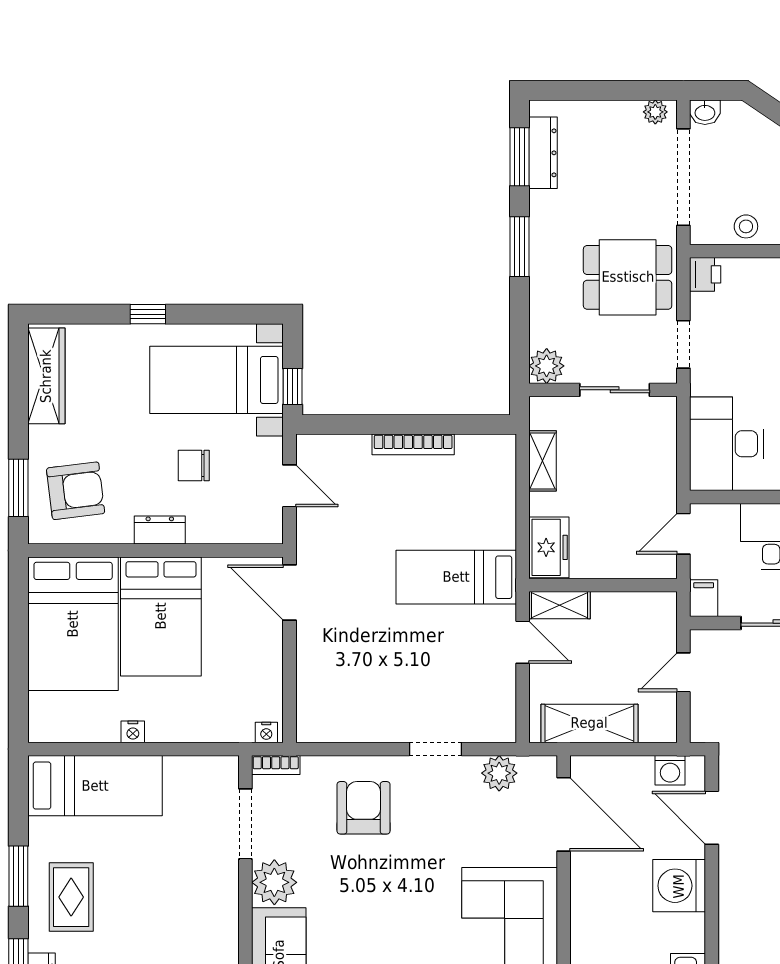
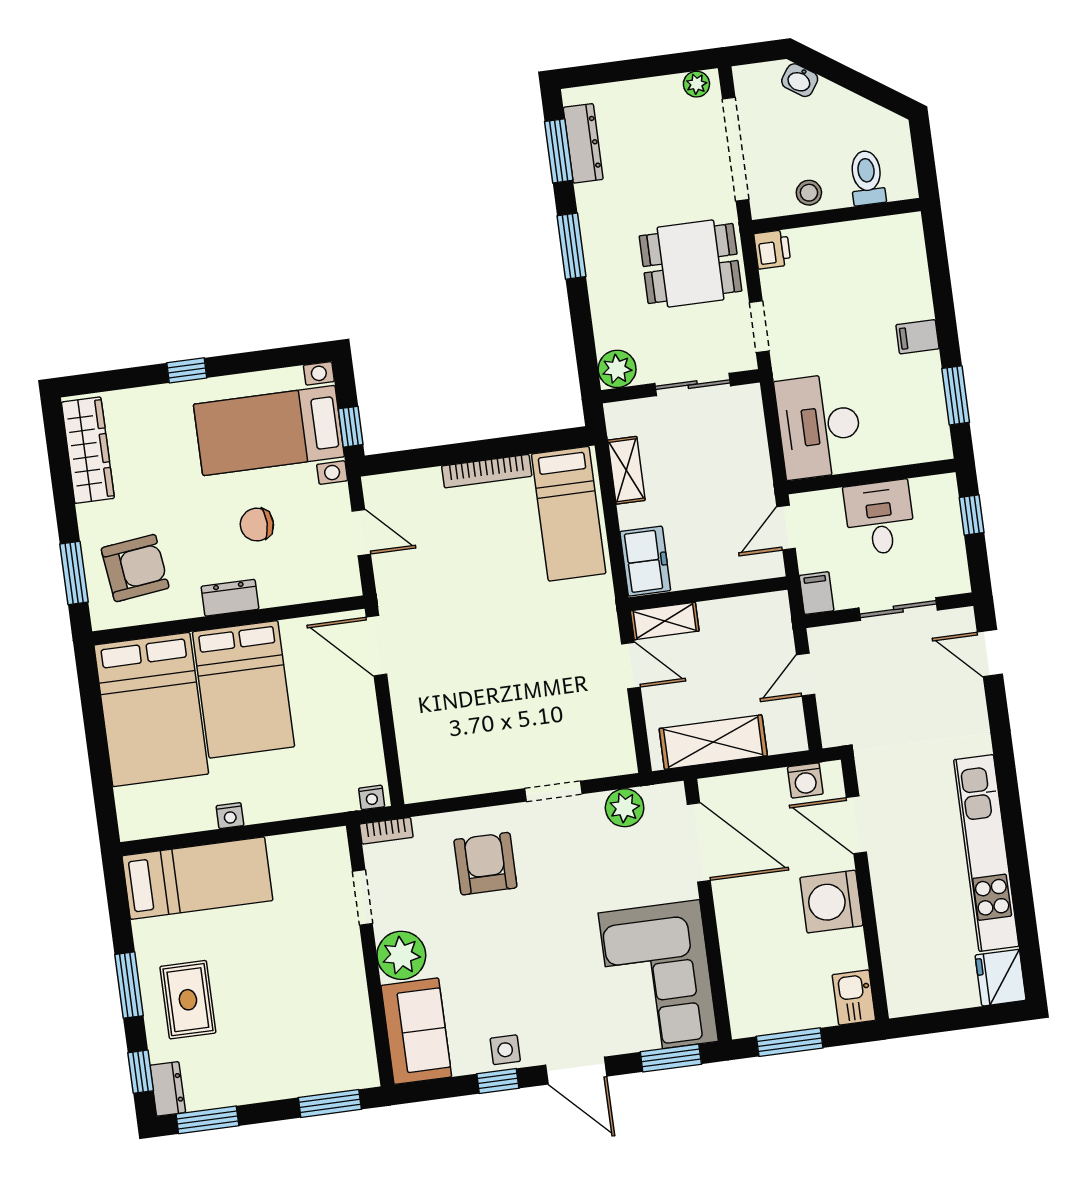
washbasin: (705, 112) -> (800, 80), moved, turned 34
bed: (456, 577) -> (569, 514), moved, turned -90
doorway: (245, 824) -> (362, 898), width x0.73

